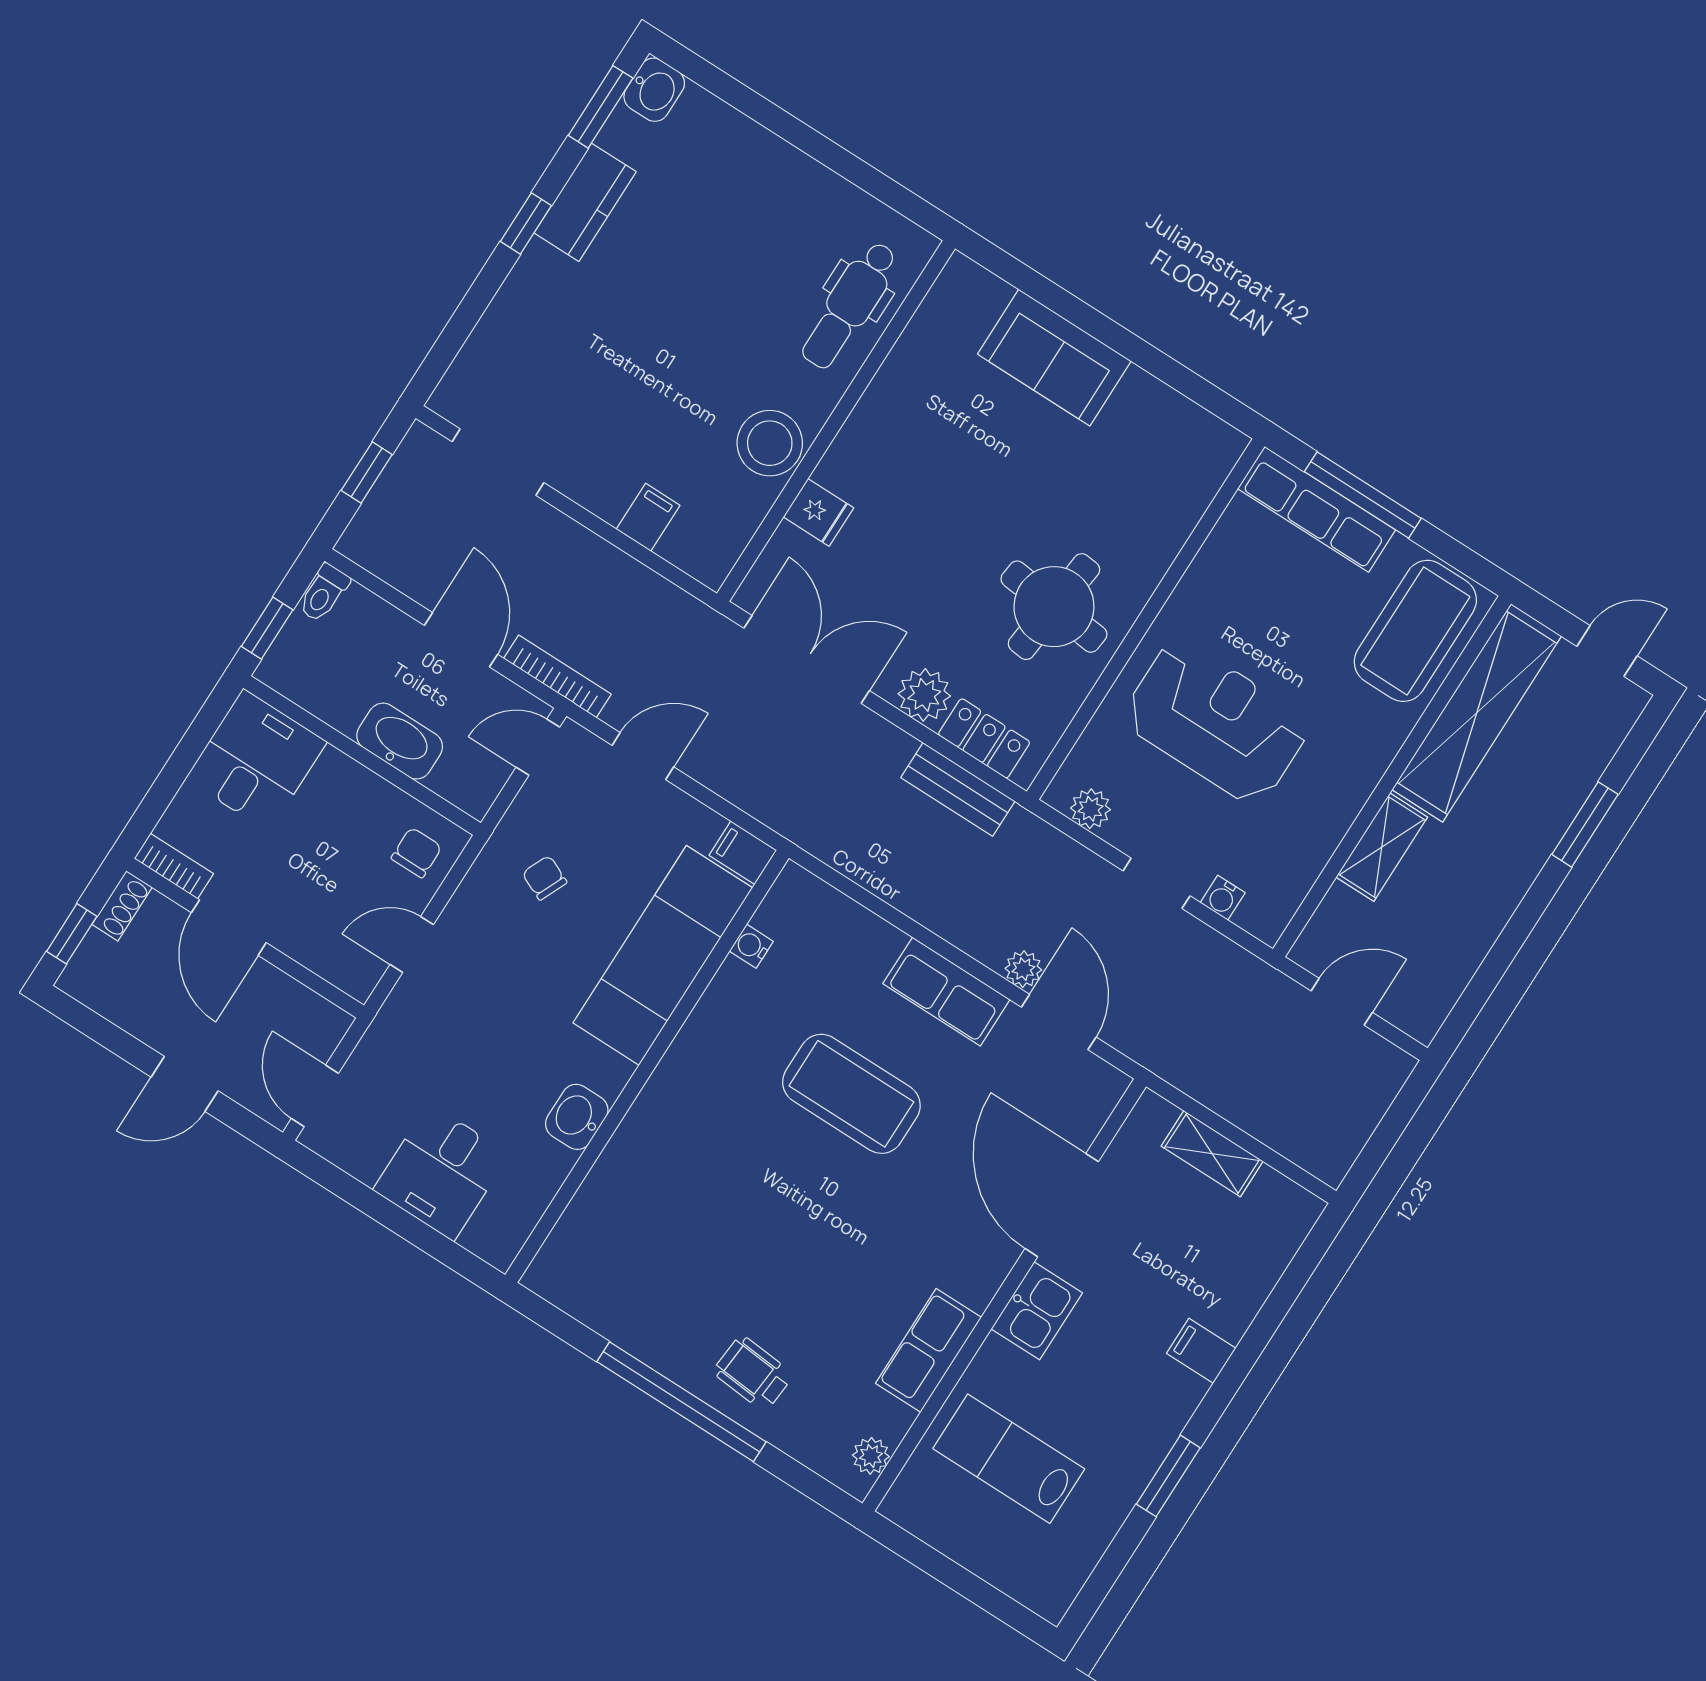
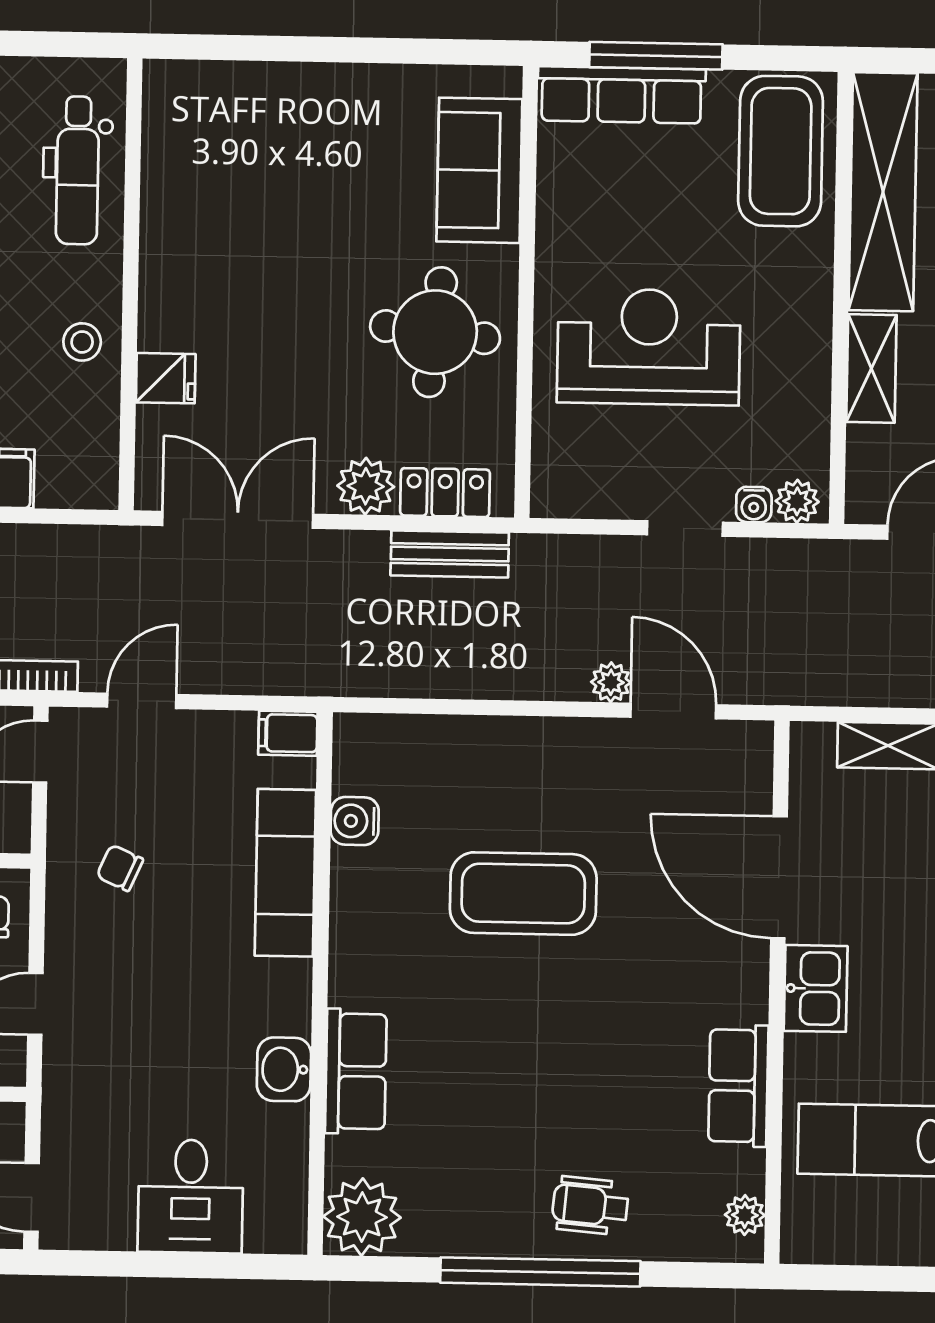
sofa: (1054, 358) -> (479, 170), moved, turned 90
stool: (770, 443) -> (82, 342), width x0.53, depth x0.53
plant: (1091, 809) -> (797, 501), moved
water cooler: (751, 946) -> (355, 821), width x1.38, depth x1.38
exam couch: (663, 955) -> (285, 873), width x0.73, depth x0.69
row of seats: (946, 992) -> (356, 1071), moved, turned -90
plant: (567, 1272) -> (362, 1217), added

